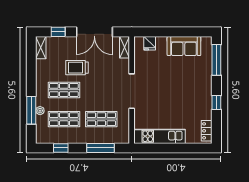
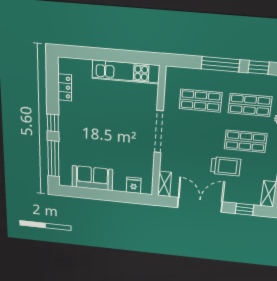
window: (216, 102) -> (53, 123), moved
locker: (207, 131) -> (65, 87), moved
window: (100, 148) -> (220, 64), moved

